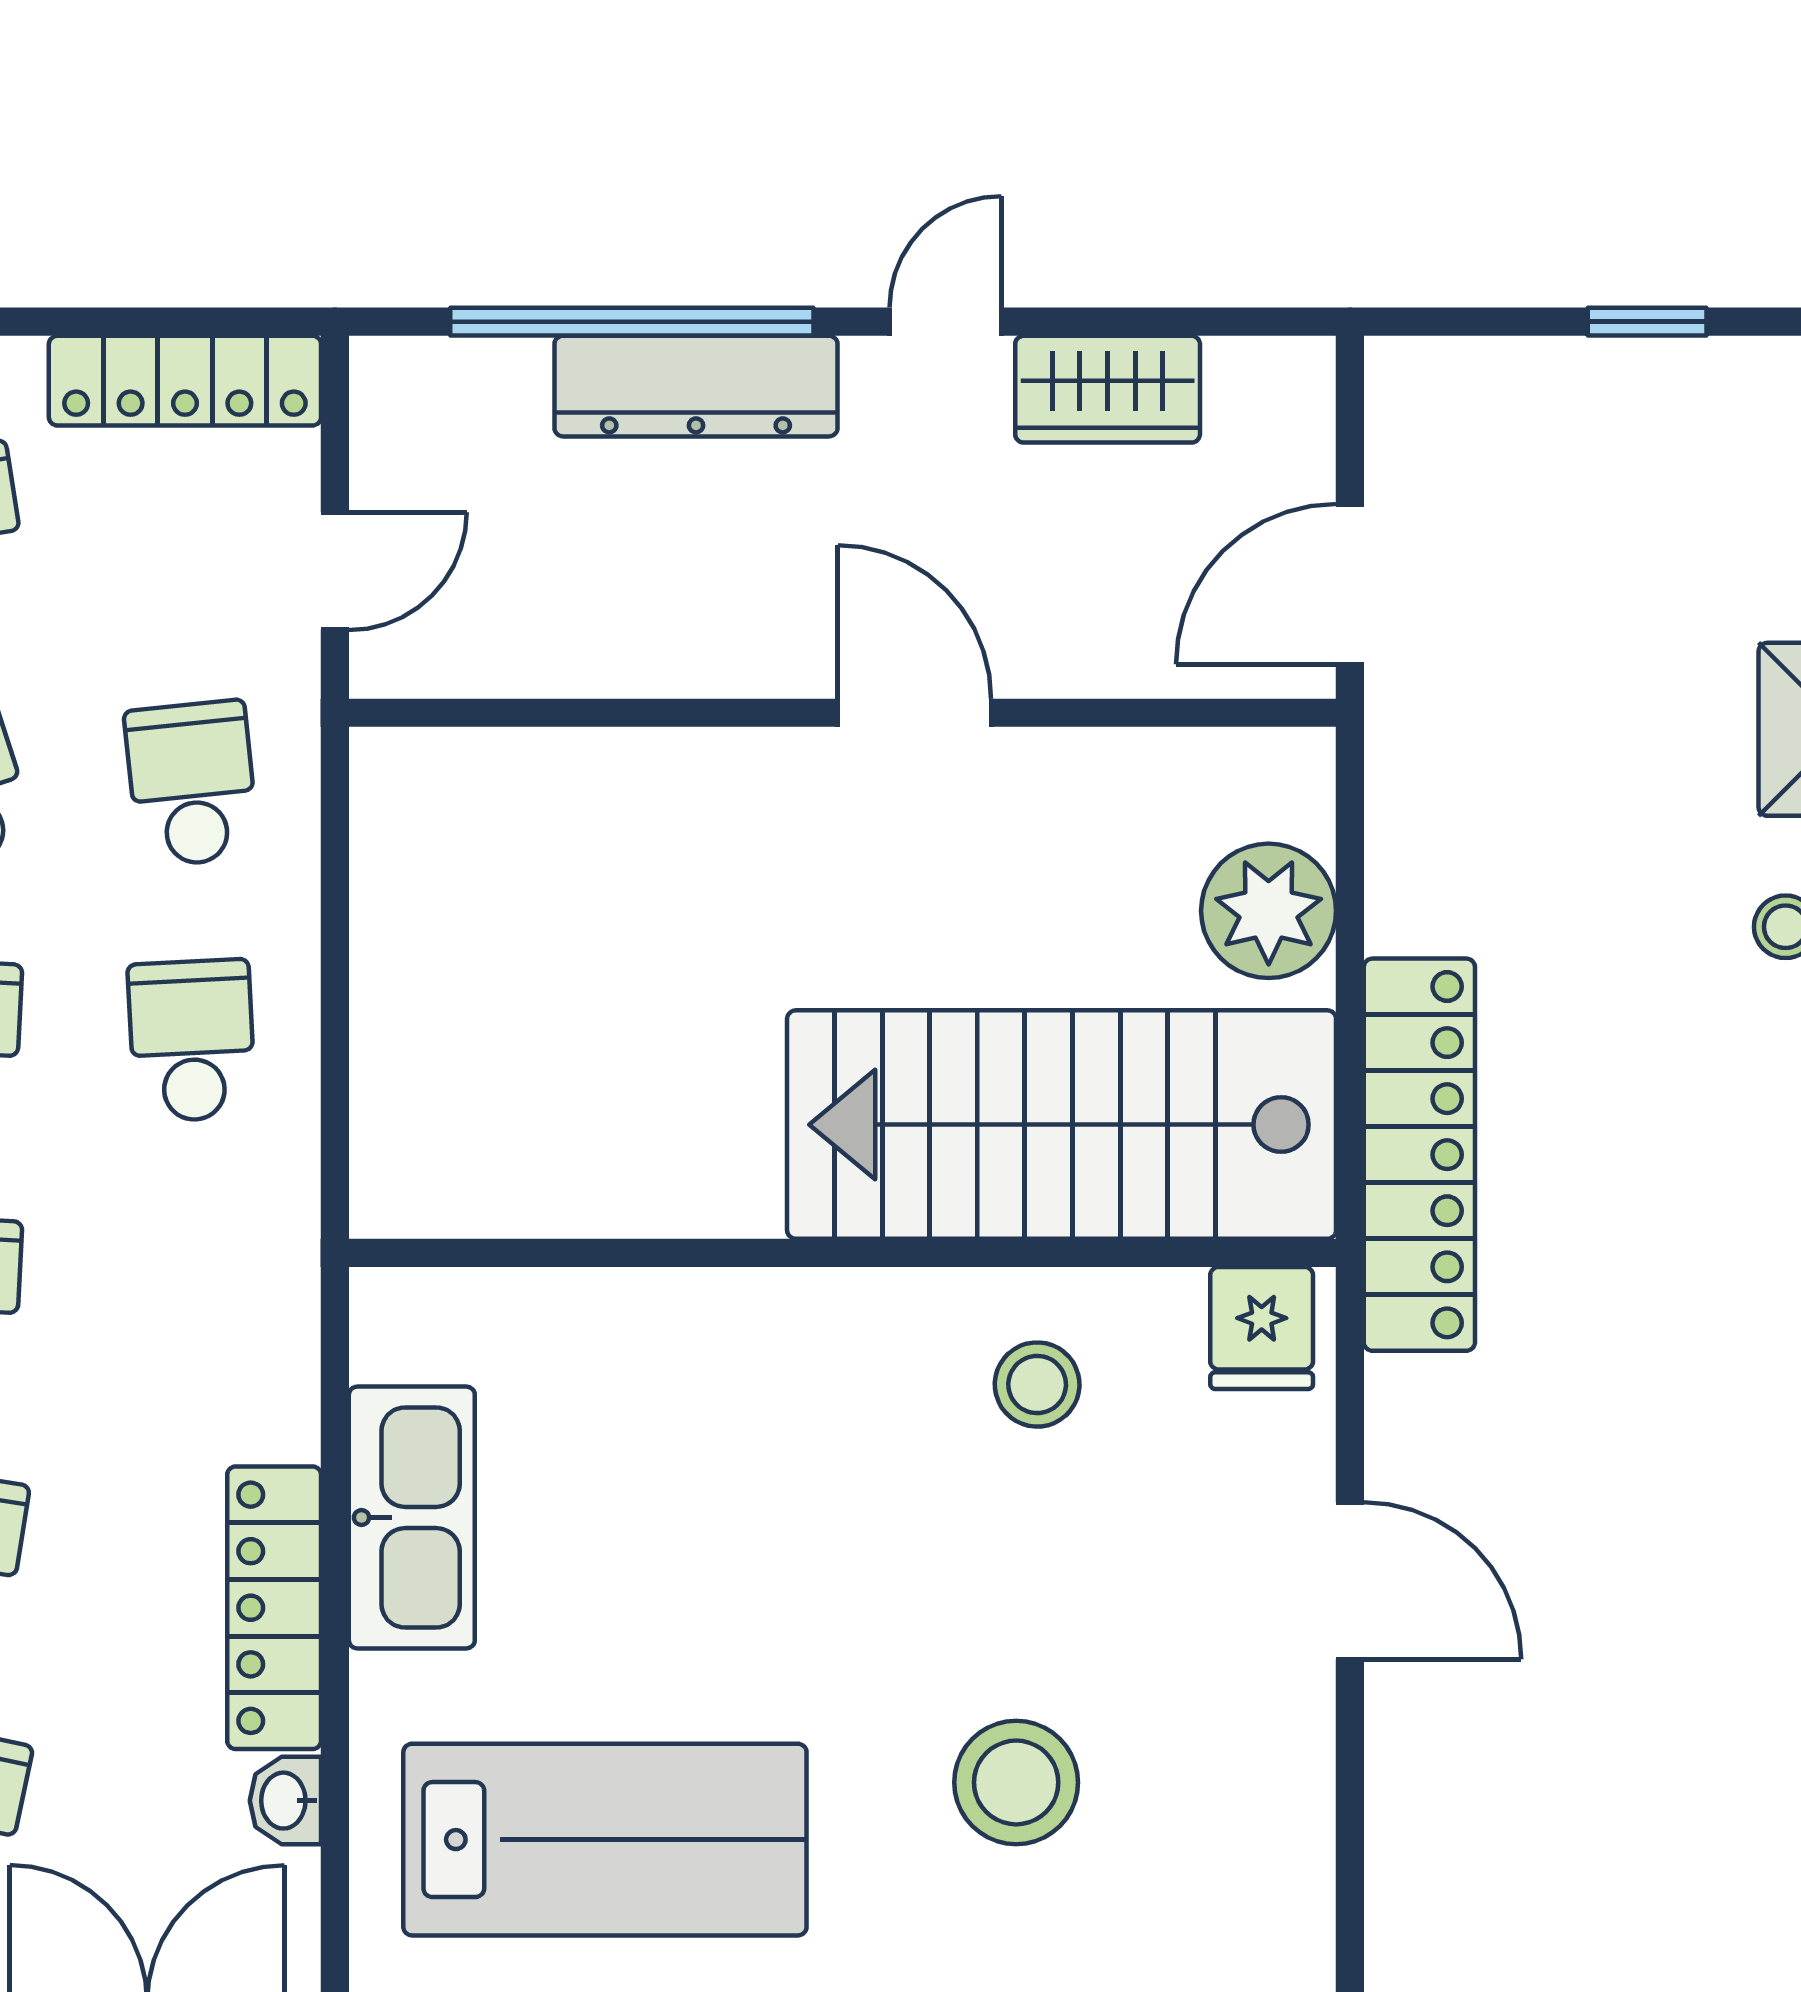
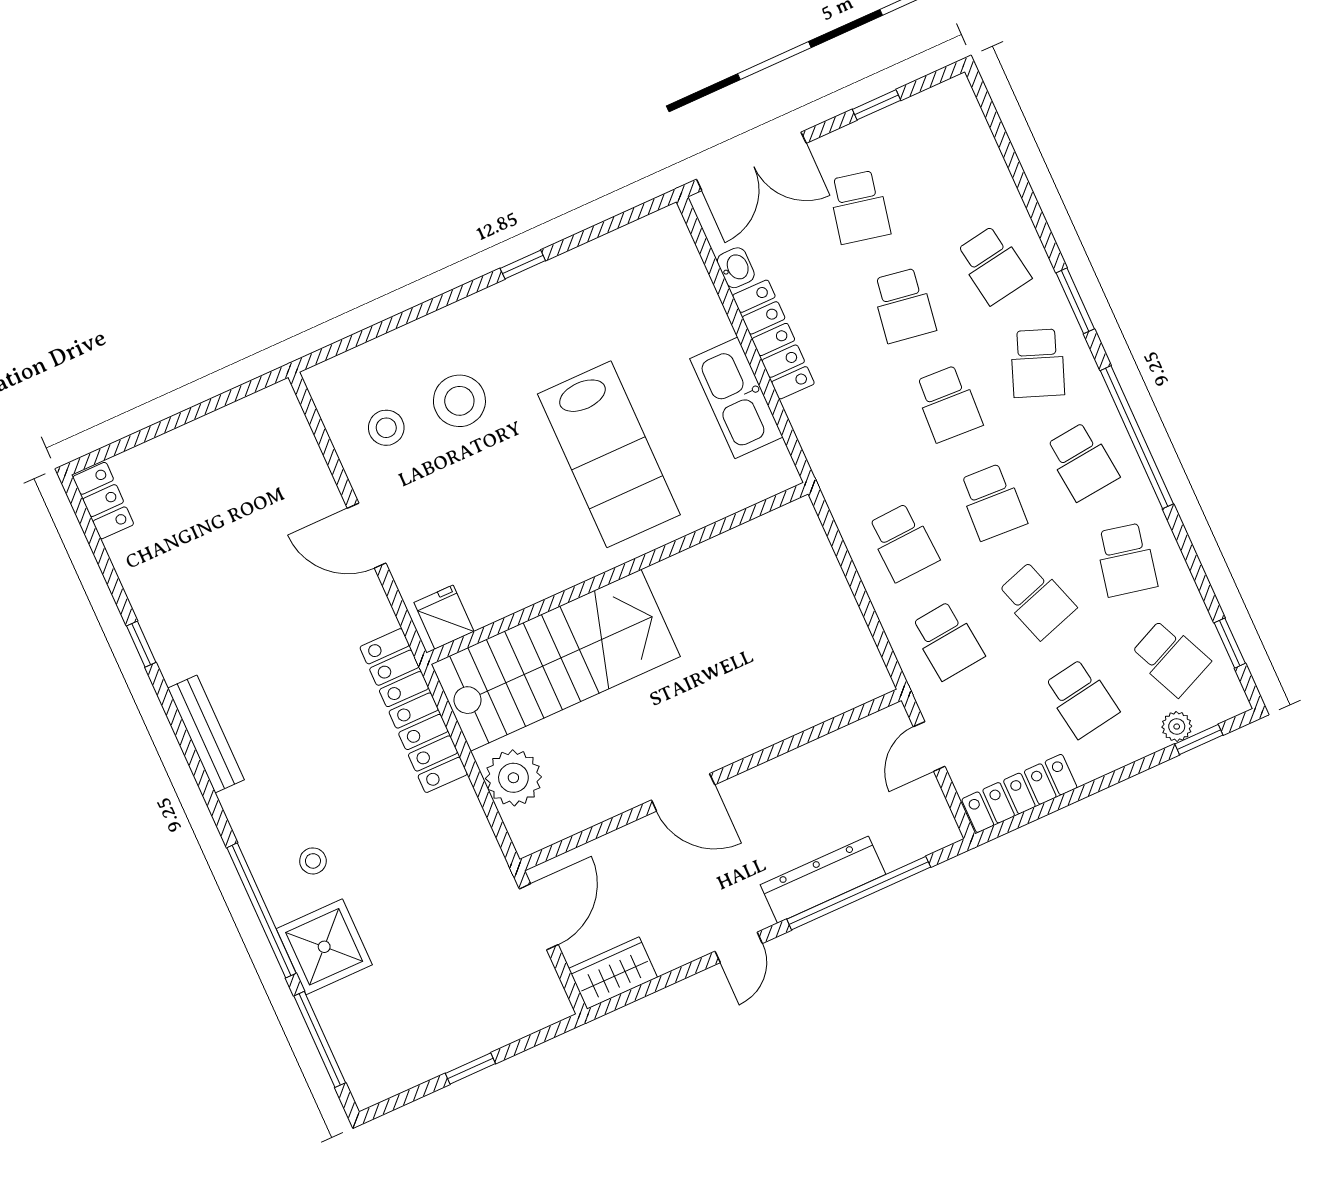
wardrobe: (1108, 389) -> (613, 973), moved
stool: (1037, 1385) -> (386, 428), moved
lab bench: (605, 1840) -> (609, 454), moved, turned -90

